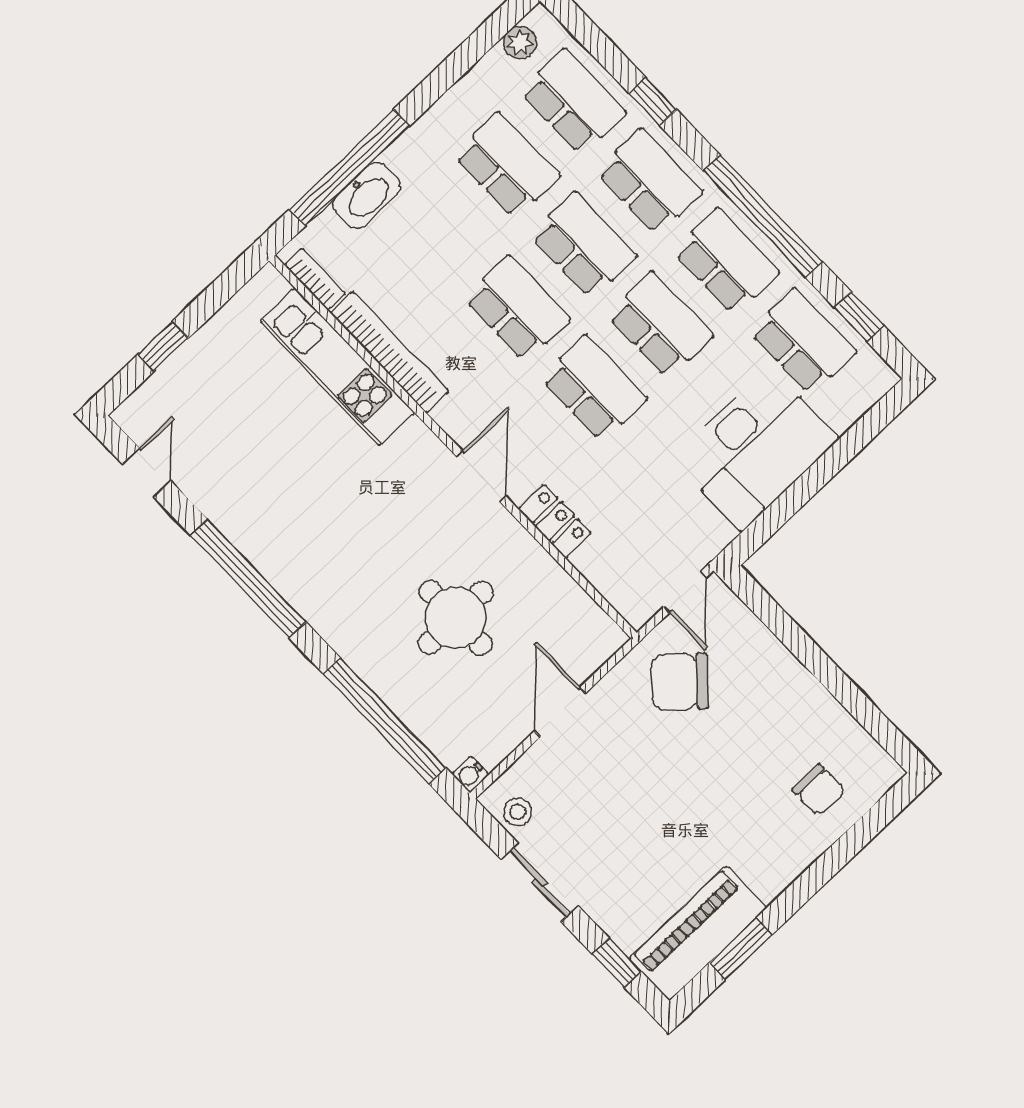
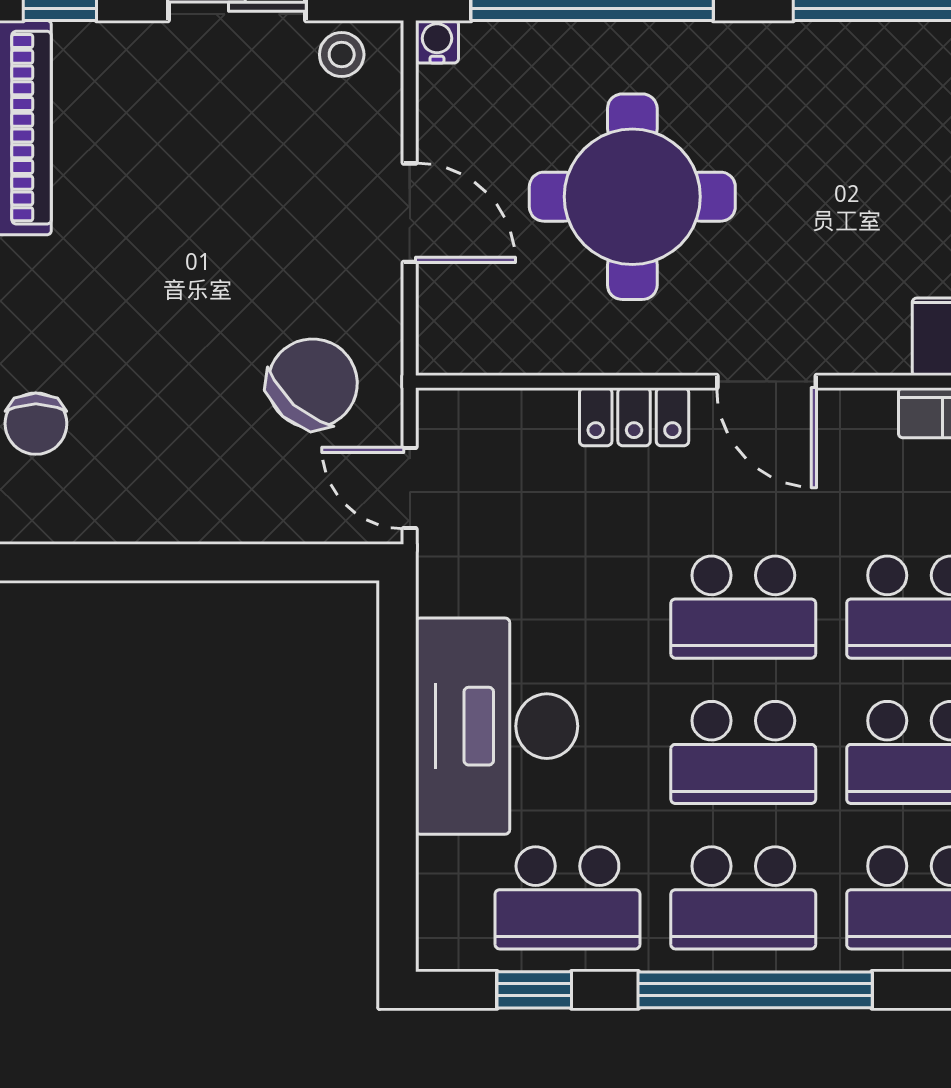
round table: (456, 618) -> (632, 197), width x1.36, depth x1.36
chair: (819, 790) -> (36, 424), turned -90

